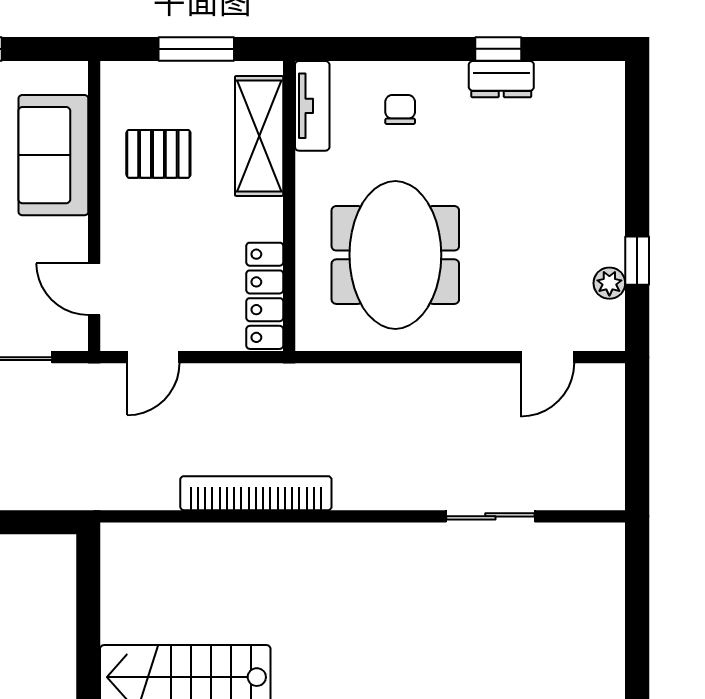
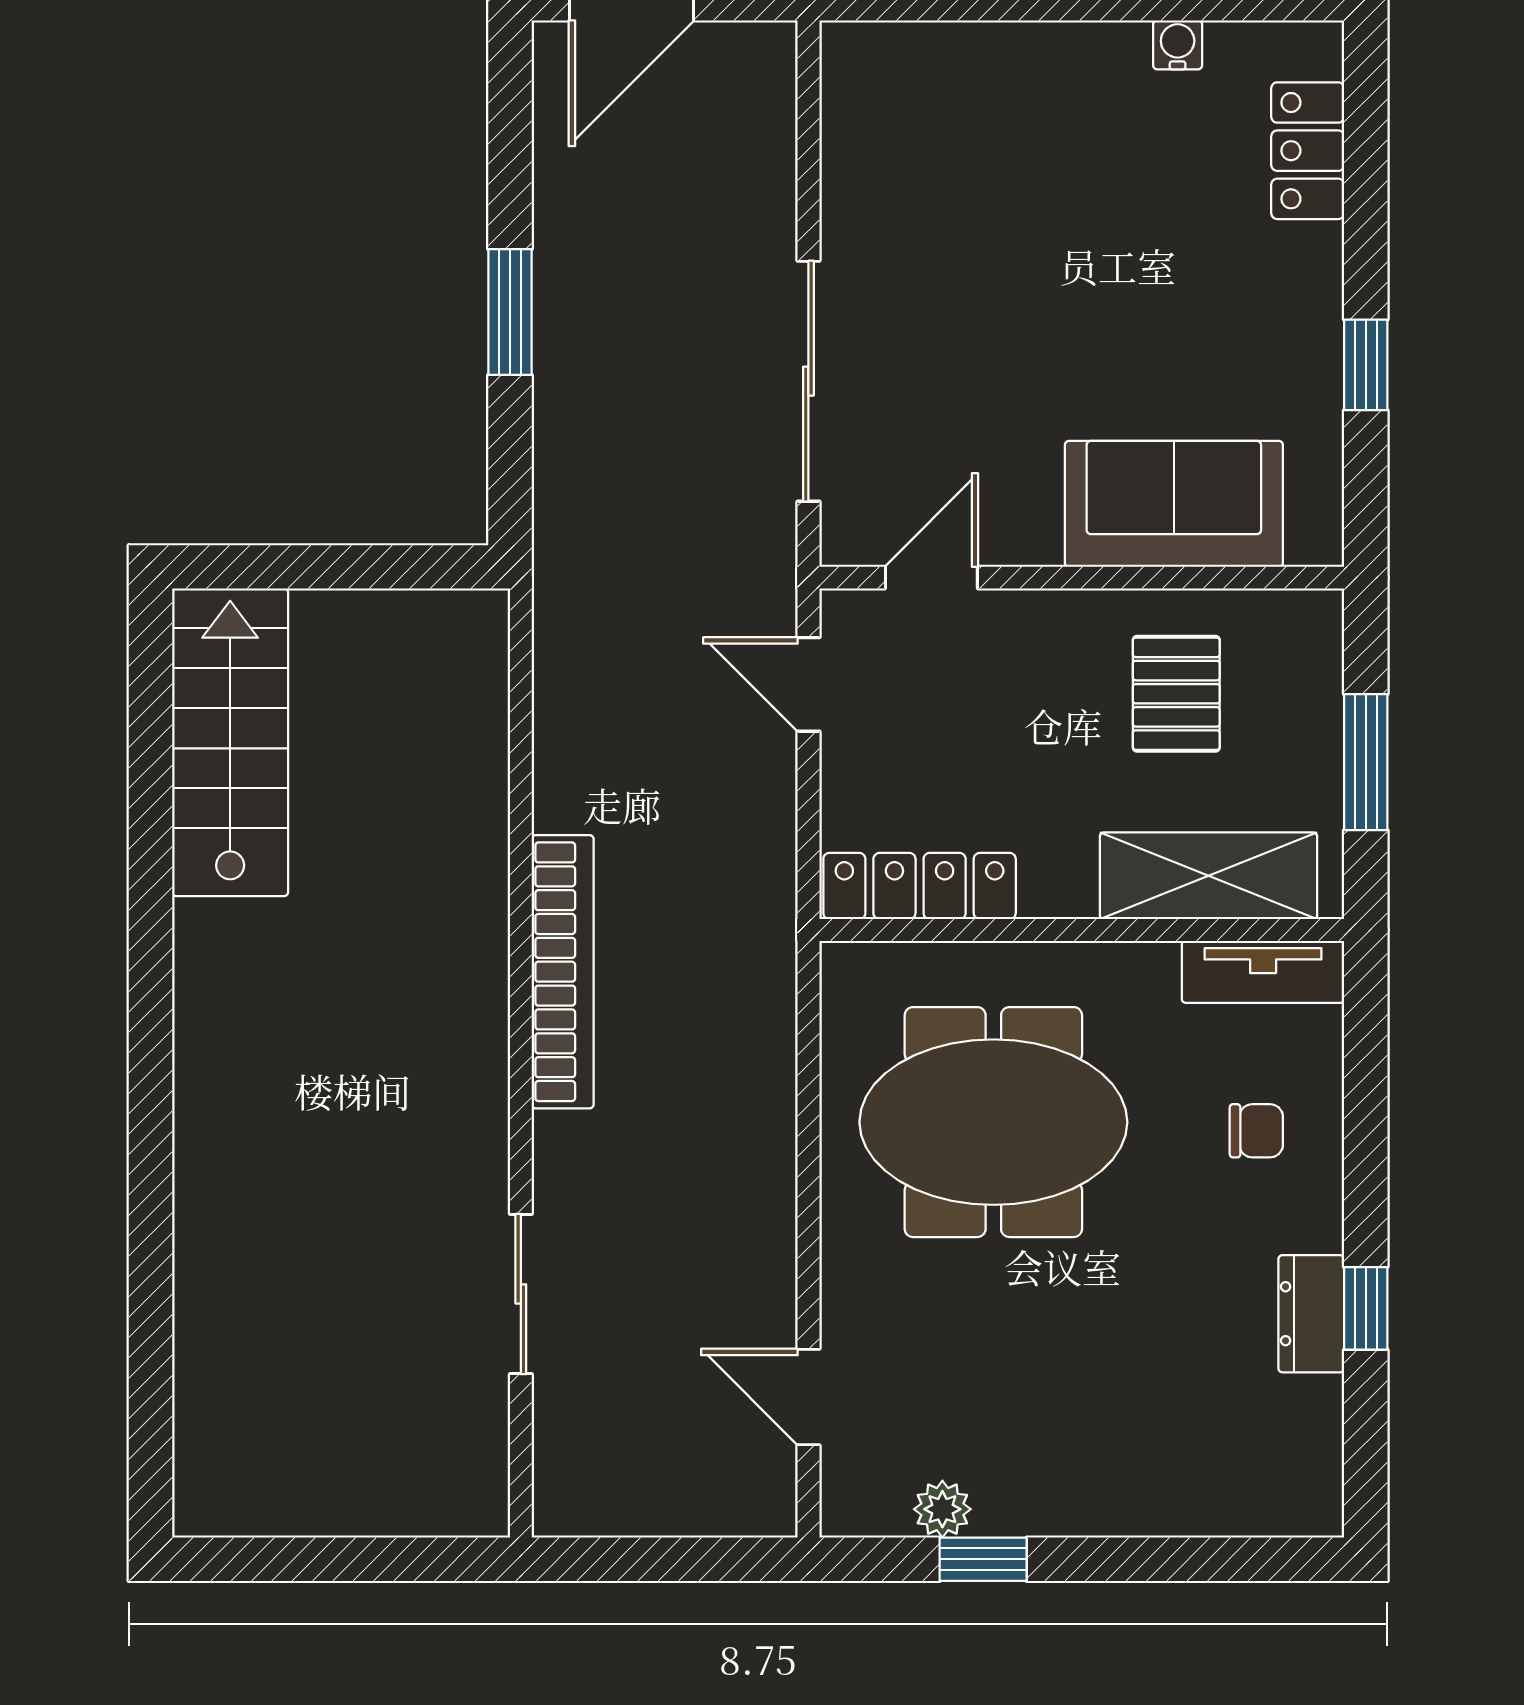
bookcase: (256, 493) -> (563, 972), moved

